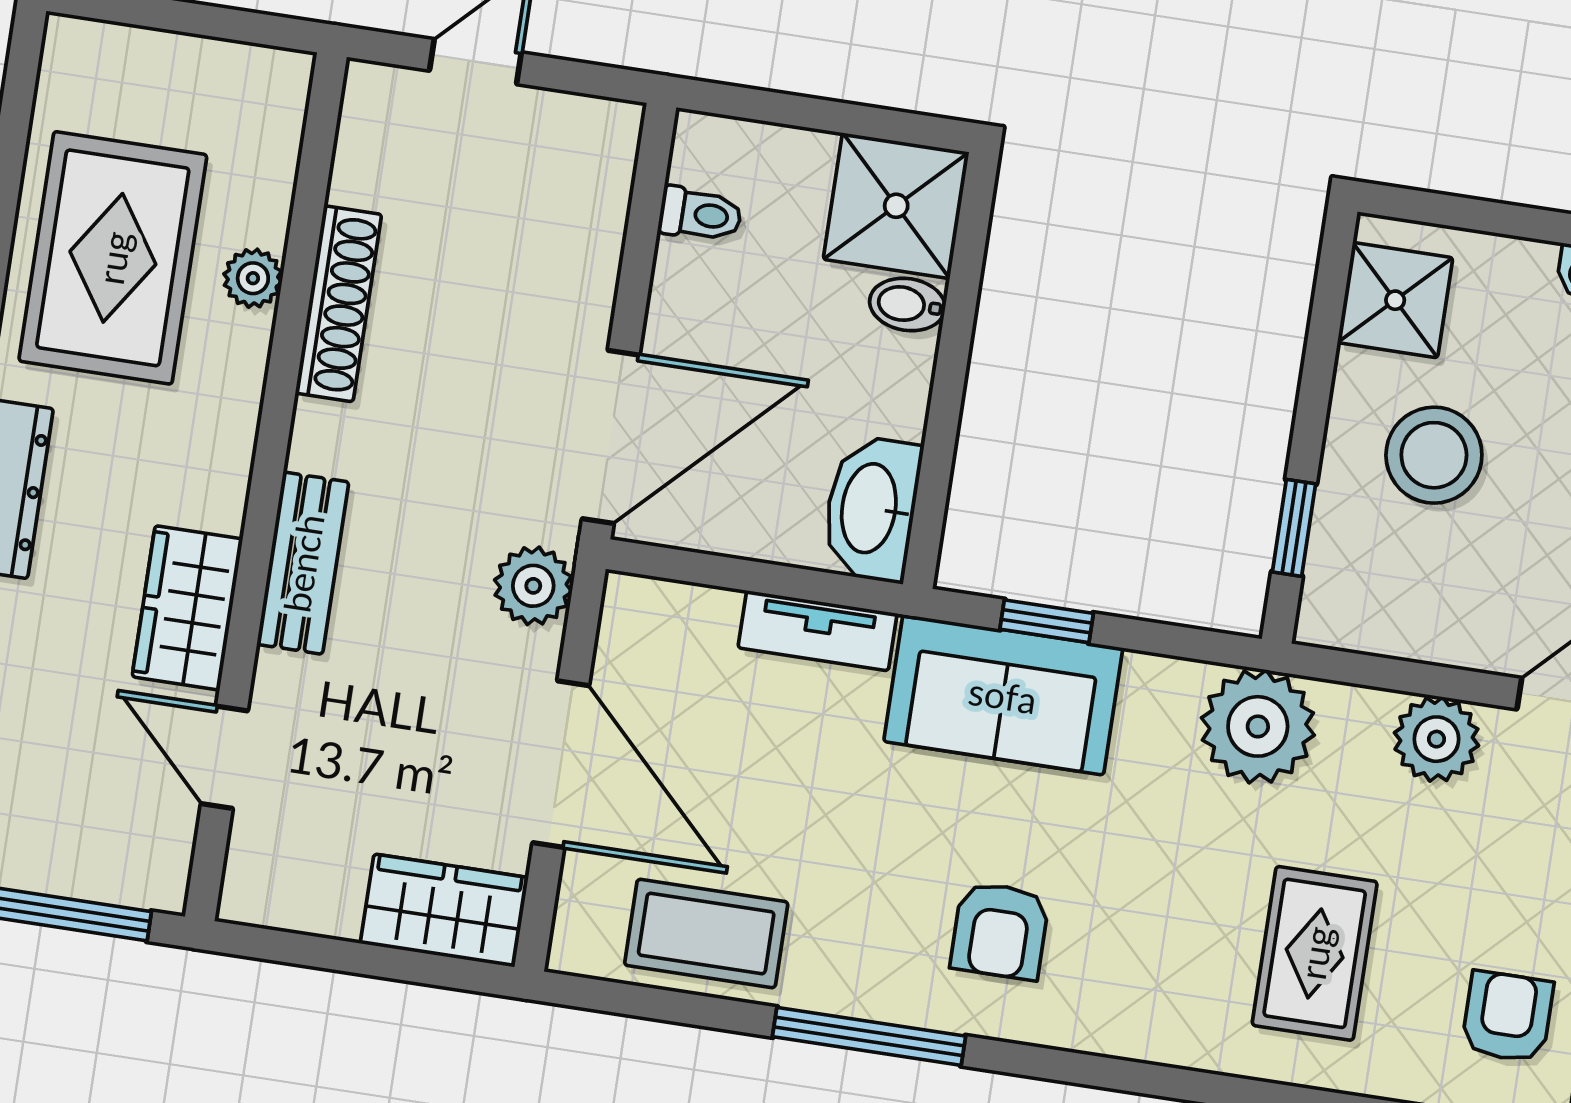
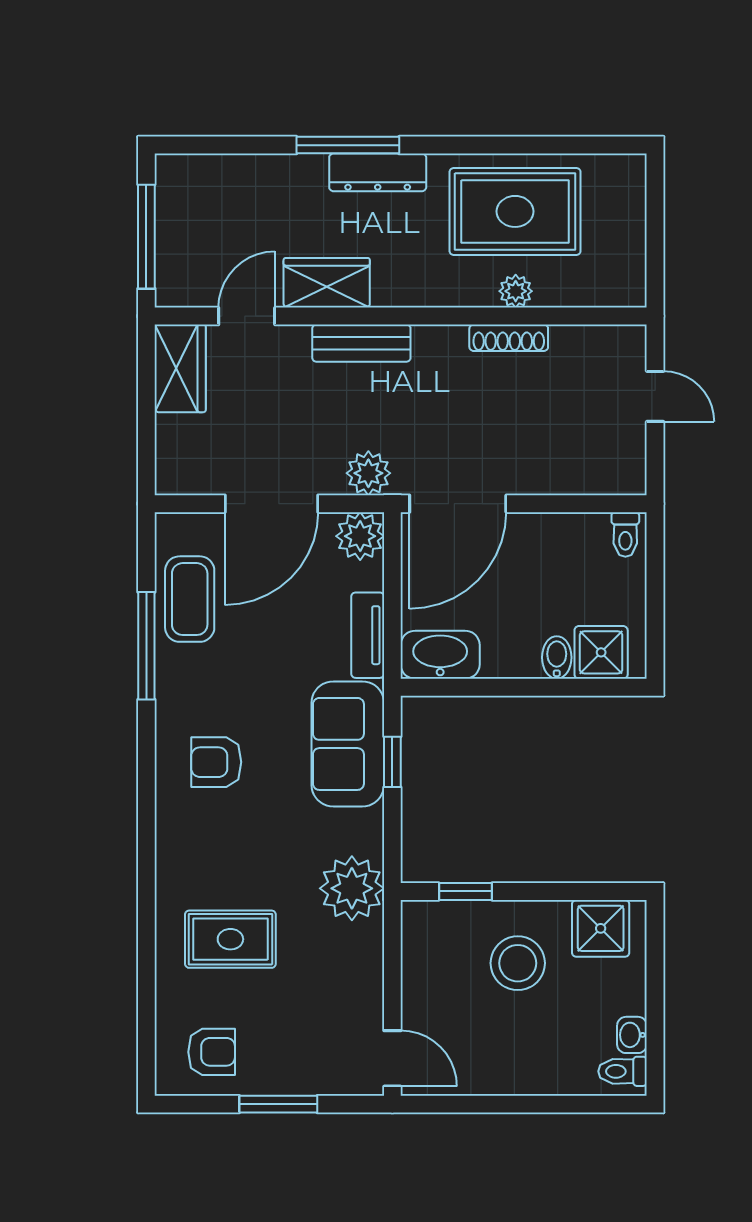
shower: (896, 206) -> (601, 652), width x0.73, depth x0.73
toilet: (700, 214) -> (625, 535), moved
shoe rack: (338, 304) -> (509, 338), width x0.74, depth x0.81
door: (611, 437) -> (458, 504), hinge flipped
plant: (1436, 739) -> (360, 536), moved
wardrobe: (444, 911) -> (180, 368), moved
window: (869, 1036) -> (146, 646), moved

